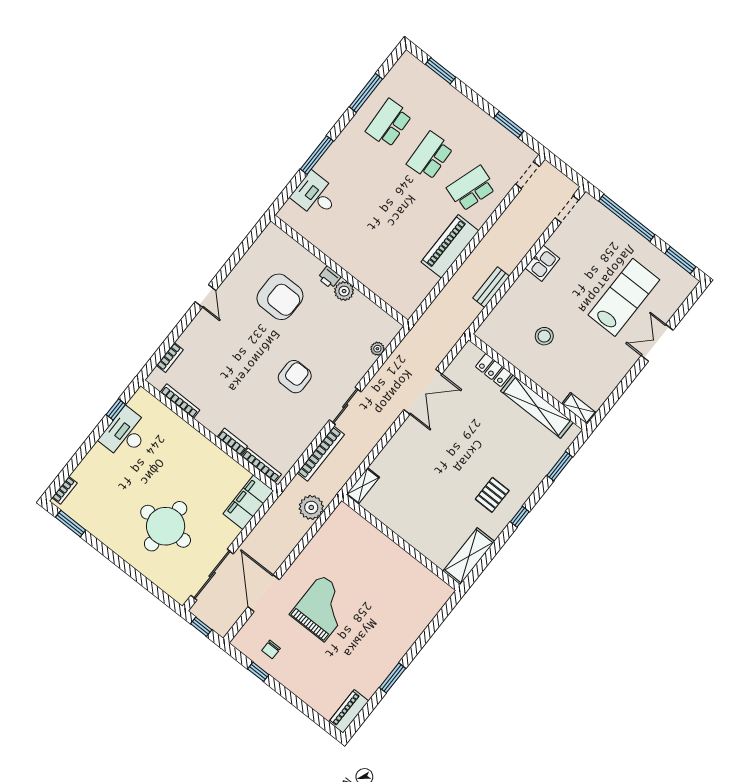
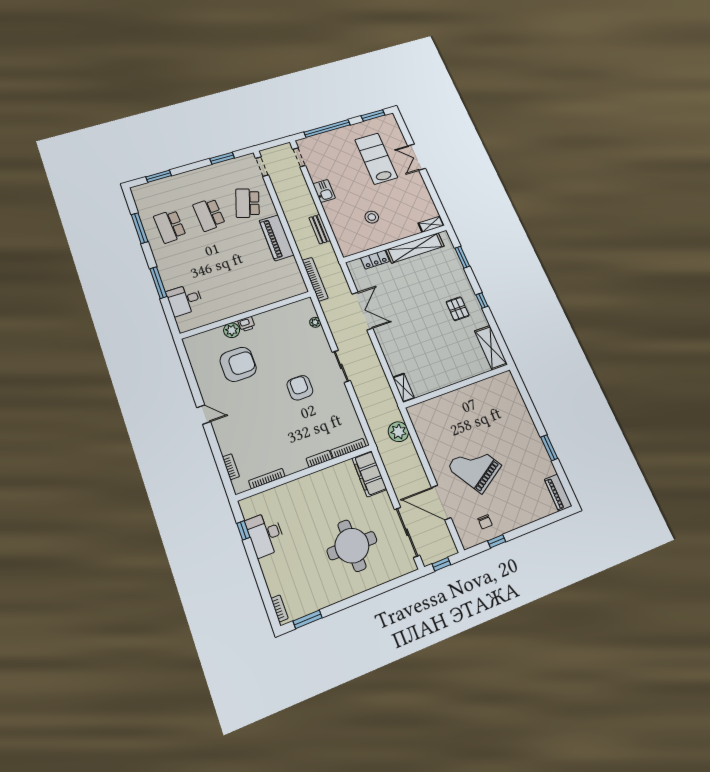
plant: (344, 291) -> (232, 330), moved
bookcase: (321, 454) -> (315, 279), moved
grand piano: (323, 608) -> (475, 467), turned -32

